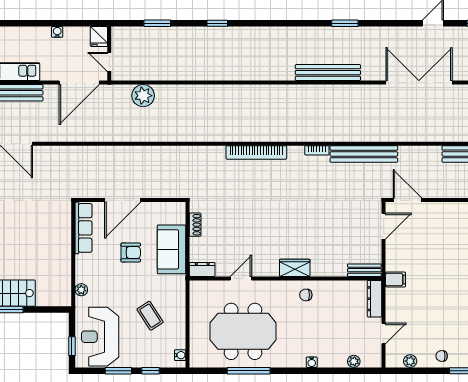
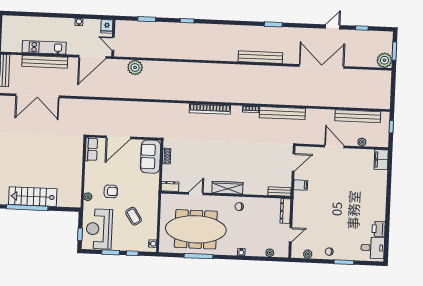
door: (407, 200) -> (334, 146), moved
row of seats: (83, 228) -> (91, 149), width x0.68
sofa: (172, 249) -> (151, 157), moved
armchair: (131, 252) -> (111, 191), moved
wardrobe: (295, 268) -> (227, 188), width x1.50
filing cabinet: (395, 280) -> (301, 185), moved
meeting table: (243, 331) -> (196, 229), width x1.36

